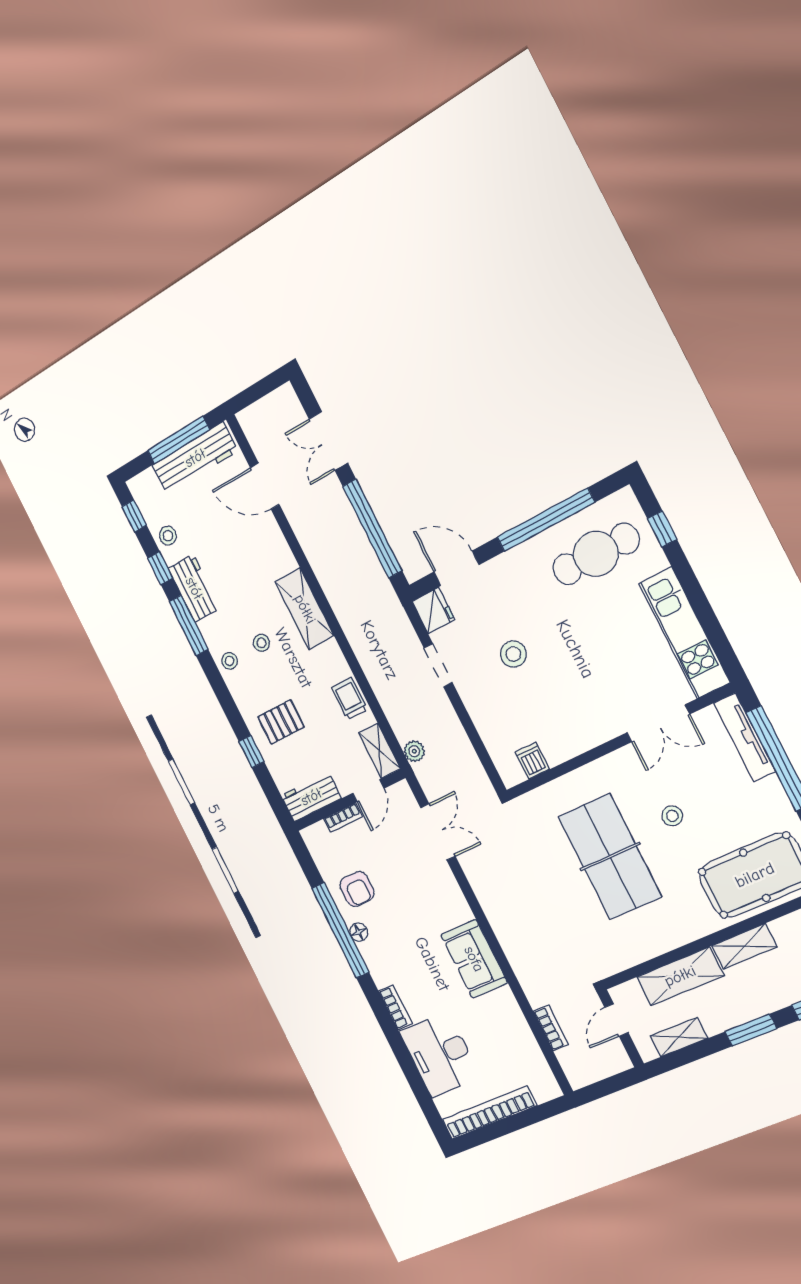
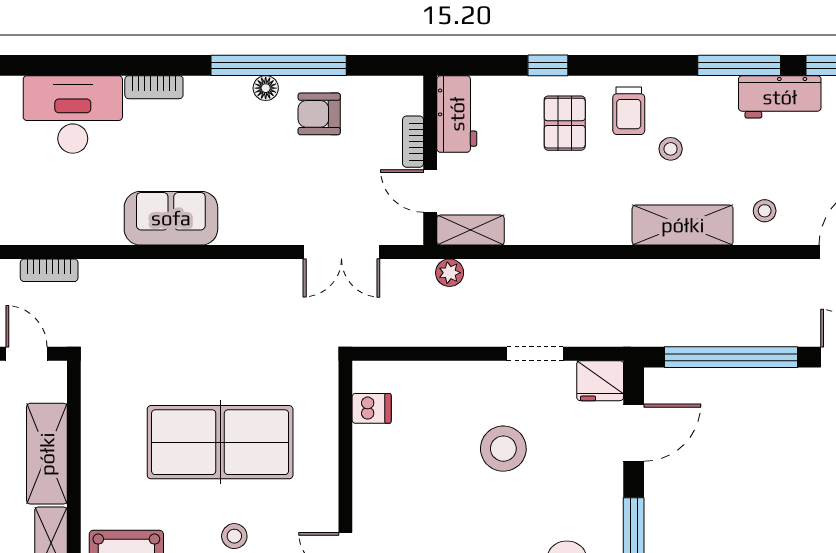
stool: (513, 654) -> (503, 449), width x1.38, depth x1.38
stool: (230, 661) -> (765, 211), moved
trolley: (349, 699) -> (629, 111), moved, turned 90

